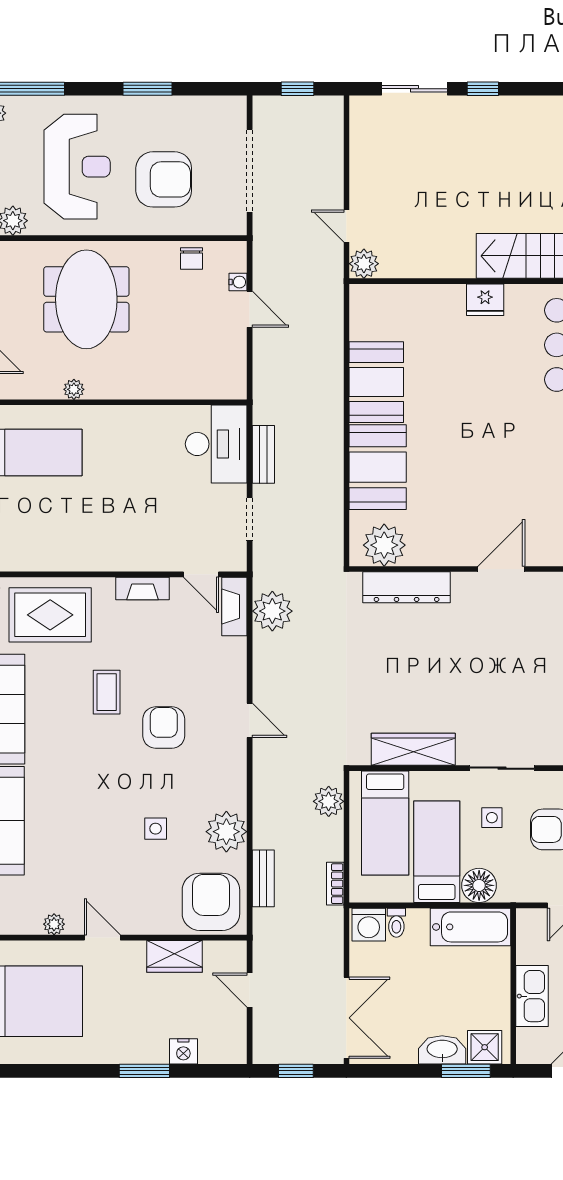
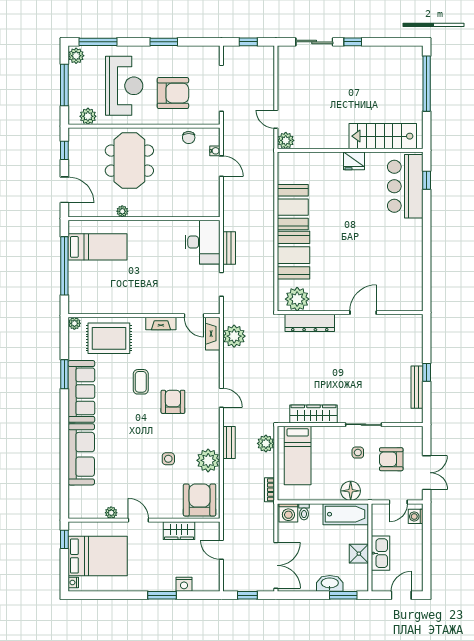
bed: (437, 852) -> (327, 472), removed
bench: (263, 878) -> (229, 443), moved
shower: (485, 1047) -> (359, 554), moved

